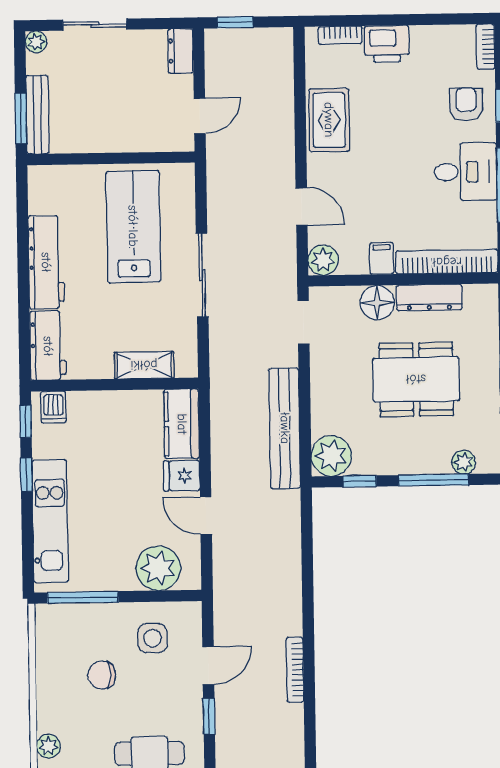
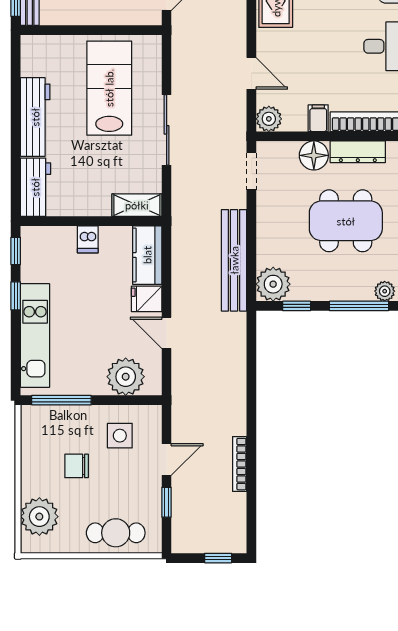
shelving: (144, 365) -> (137, 205), moved
dishwasher: (53, 407) -> (88, 239), moved
plant: (48, 746) -> (39, 517), width x1.87, depth x1.87

